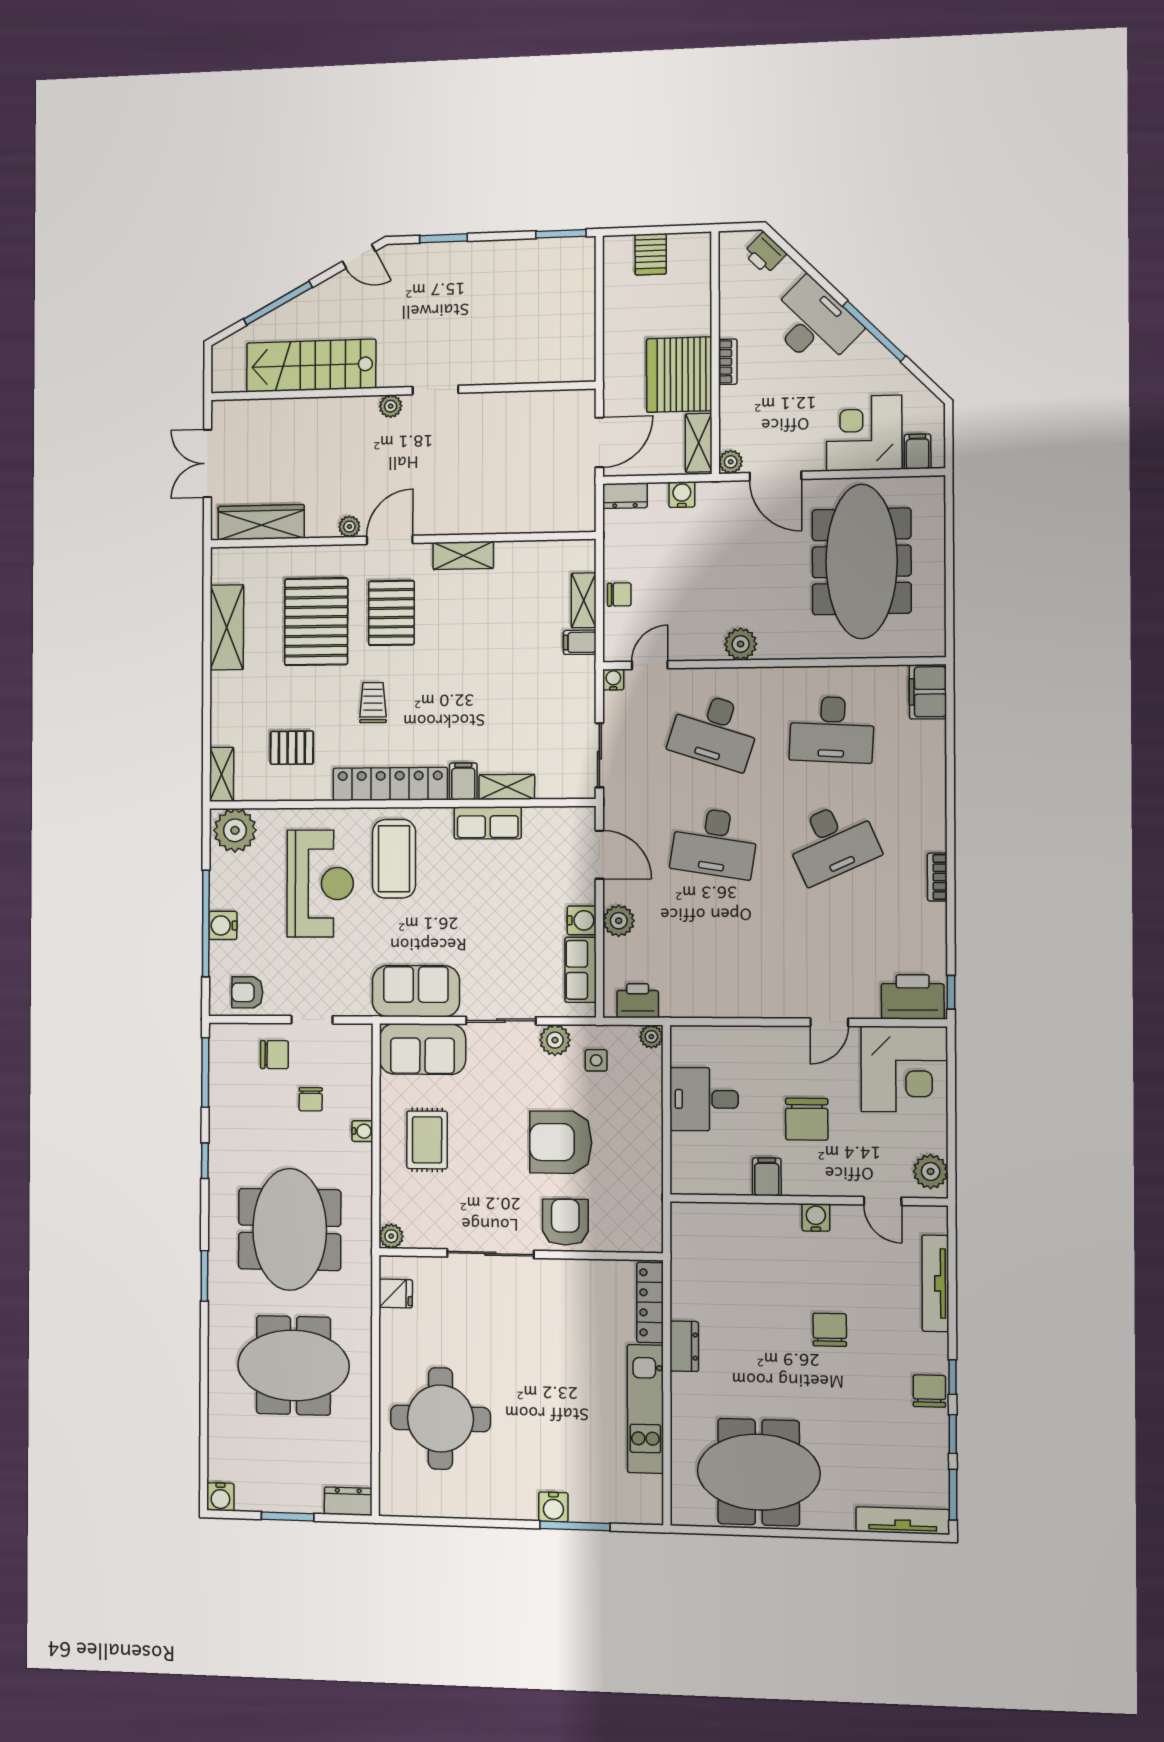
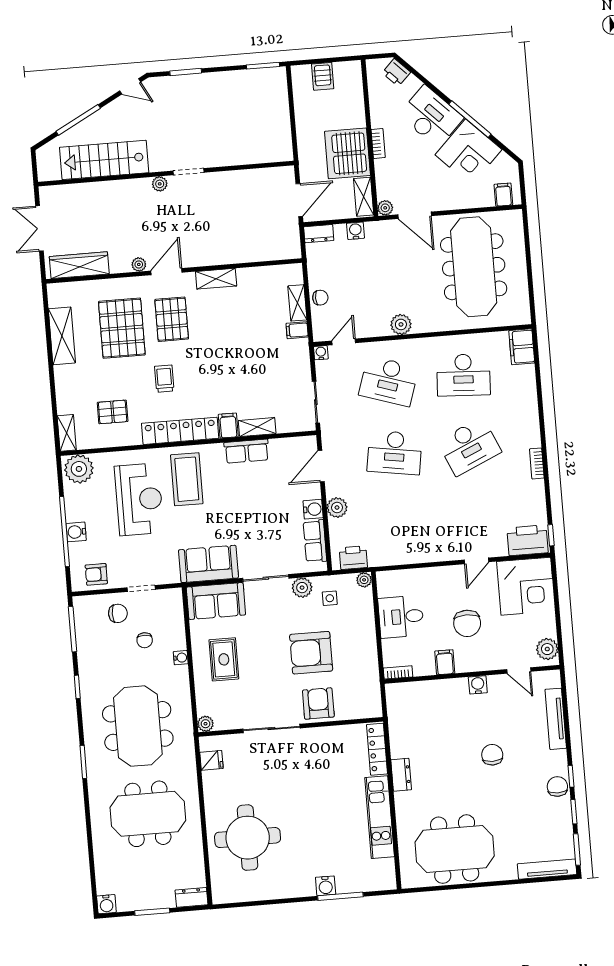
corner desk: (864, 433) -> (469, 152), moved, turned -135
door: (599, 855) -> (321, 466), swing flipped
bookcase: (692, 1186) -> (398, 672), added

